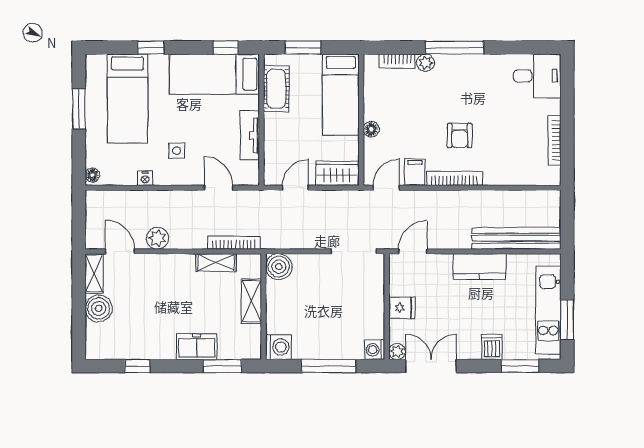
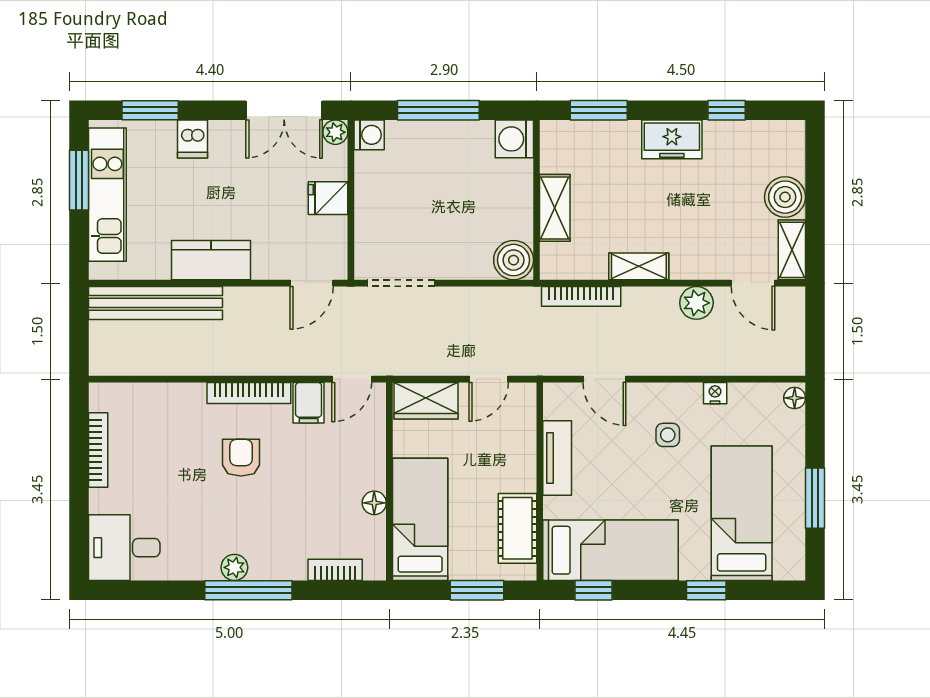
plant: (426, 63) -> (234, 567), moved
floor lamp: (371, 129) -> (374, 503), moved
shelving: (216, 262) -> (639, 266), moved
freezer: (197, 347) -> (672, 139), moved

